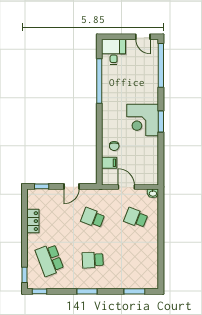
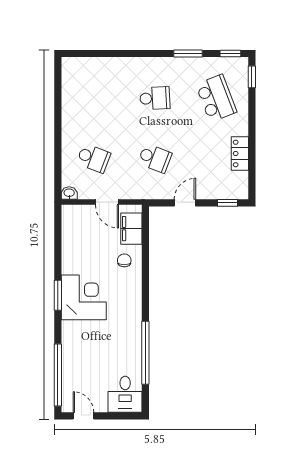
filing cabinet: (109, 163) -> (131, 229), width x2.00
window: (87, 291) -> (188, 54), moved
window: (134, 291) -> (95, 54), removed

